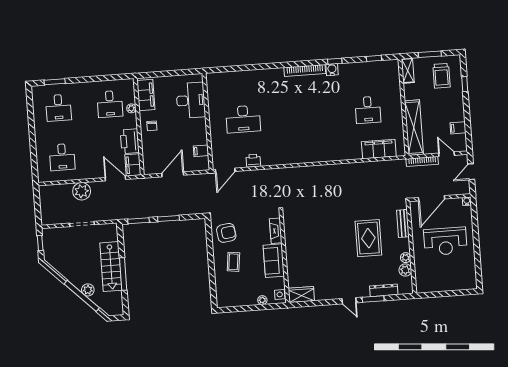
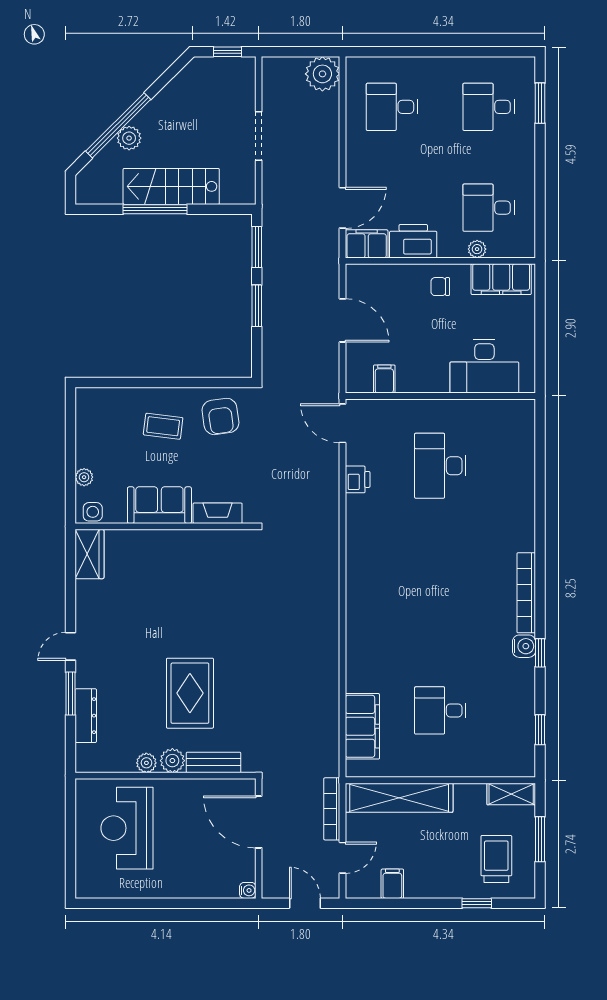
trolley: (441, 76) -> (496, 859), turned 90
plant: (82, 191) -> (322, 74), moved
rug: (368, 238) -> (190, 693), turned 90
reception desk: (445, 241) -> (127, 828), moved
plant: (405, 270) -> (172, 761), moved

